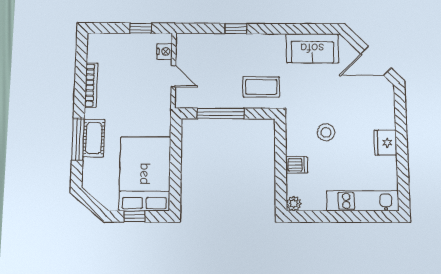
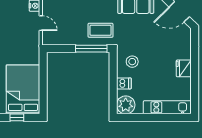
window: (221, 113) -> (91, 49), moved
stool: (326, 132) -> (132, 62), moved
plant: (294, 204) -> (126, 105), width x1.88, depth x1.88

